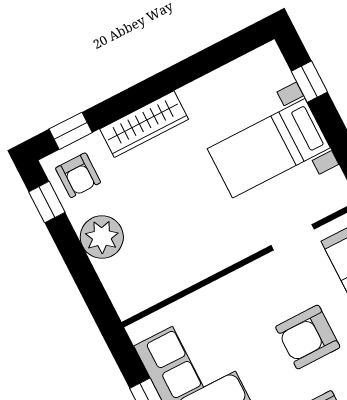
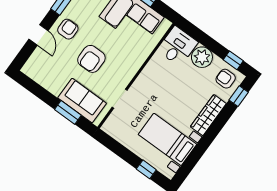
bed with nightstands: (269, 148) -> (167, 139), moved, turned -90
desk: (137, 280) -> (178, 46), added
armchair: (308, 337) -> (91, 59), turned 180

